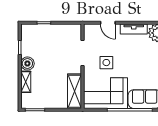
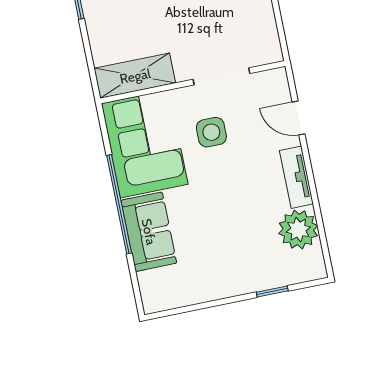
door: (108, 23) -> (299, 118), hinge flipped

